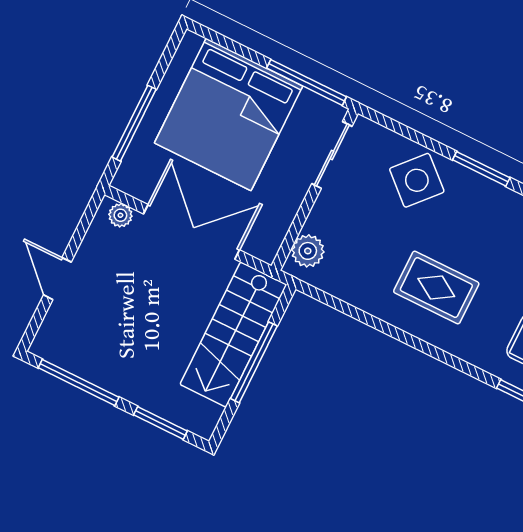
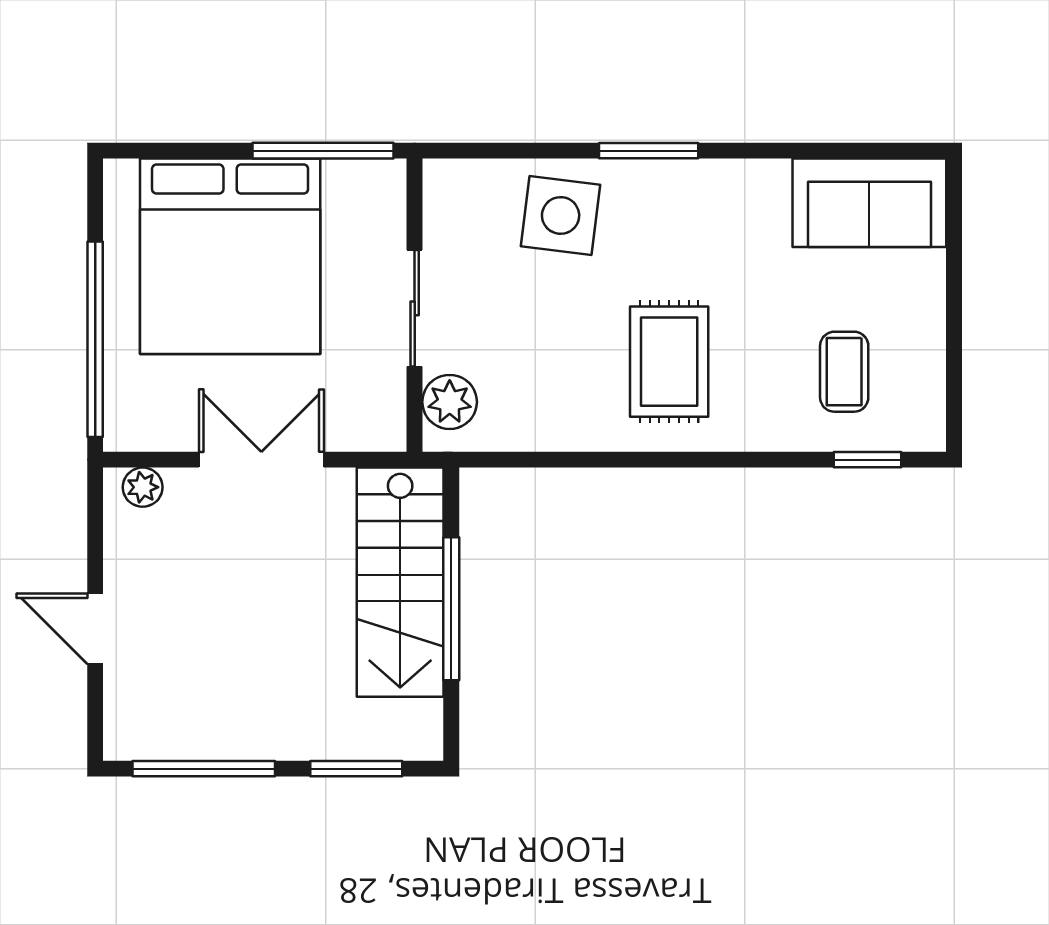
window: (134, 123) -> (95, 339), width x1.46
sliding door: (332, 155) -> (415, 308), moved
side table: (417, 180) -> (561, 215), turned -35
double door: (191, 232) -> (261, 460), width x0.73
rug: (436, 287) -> (669, 362), turned 90

